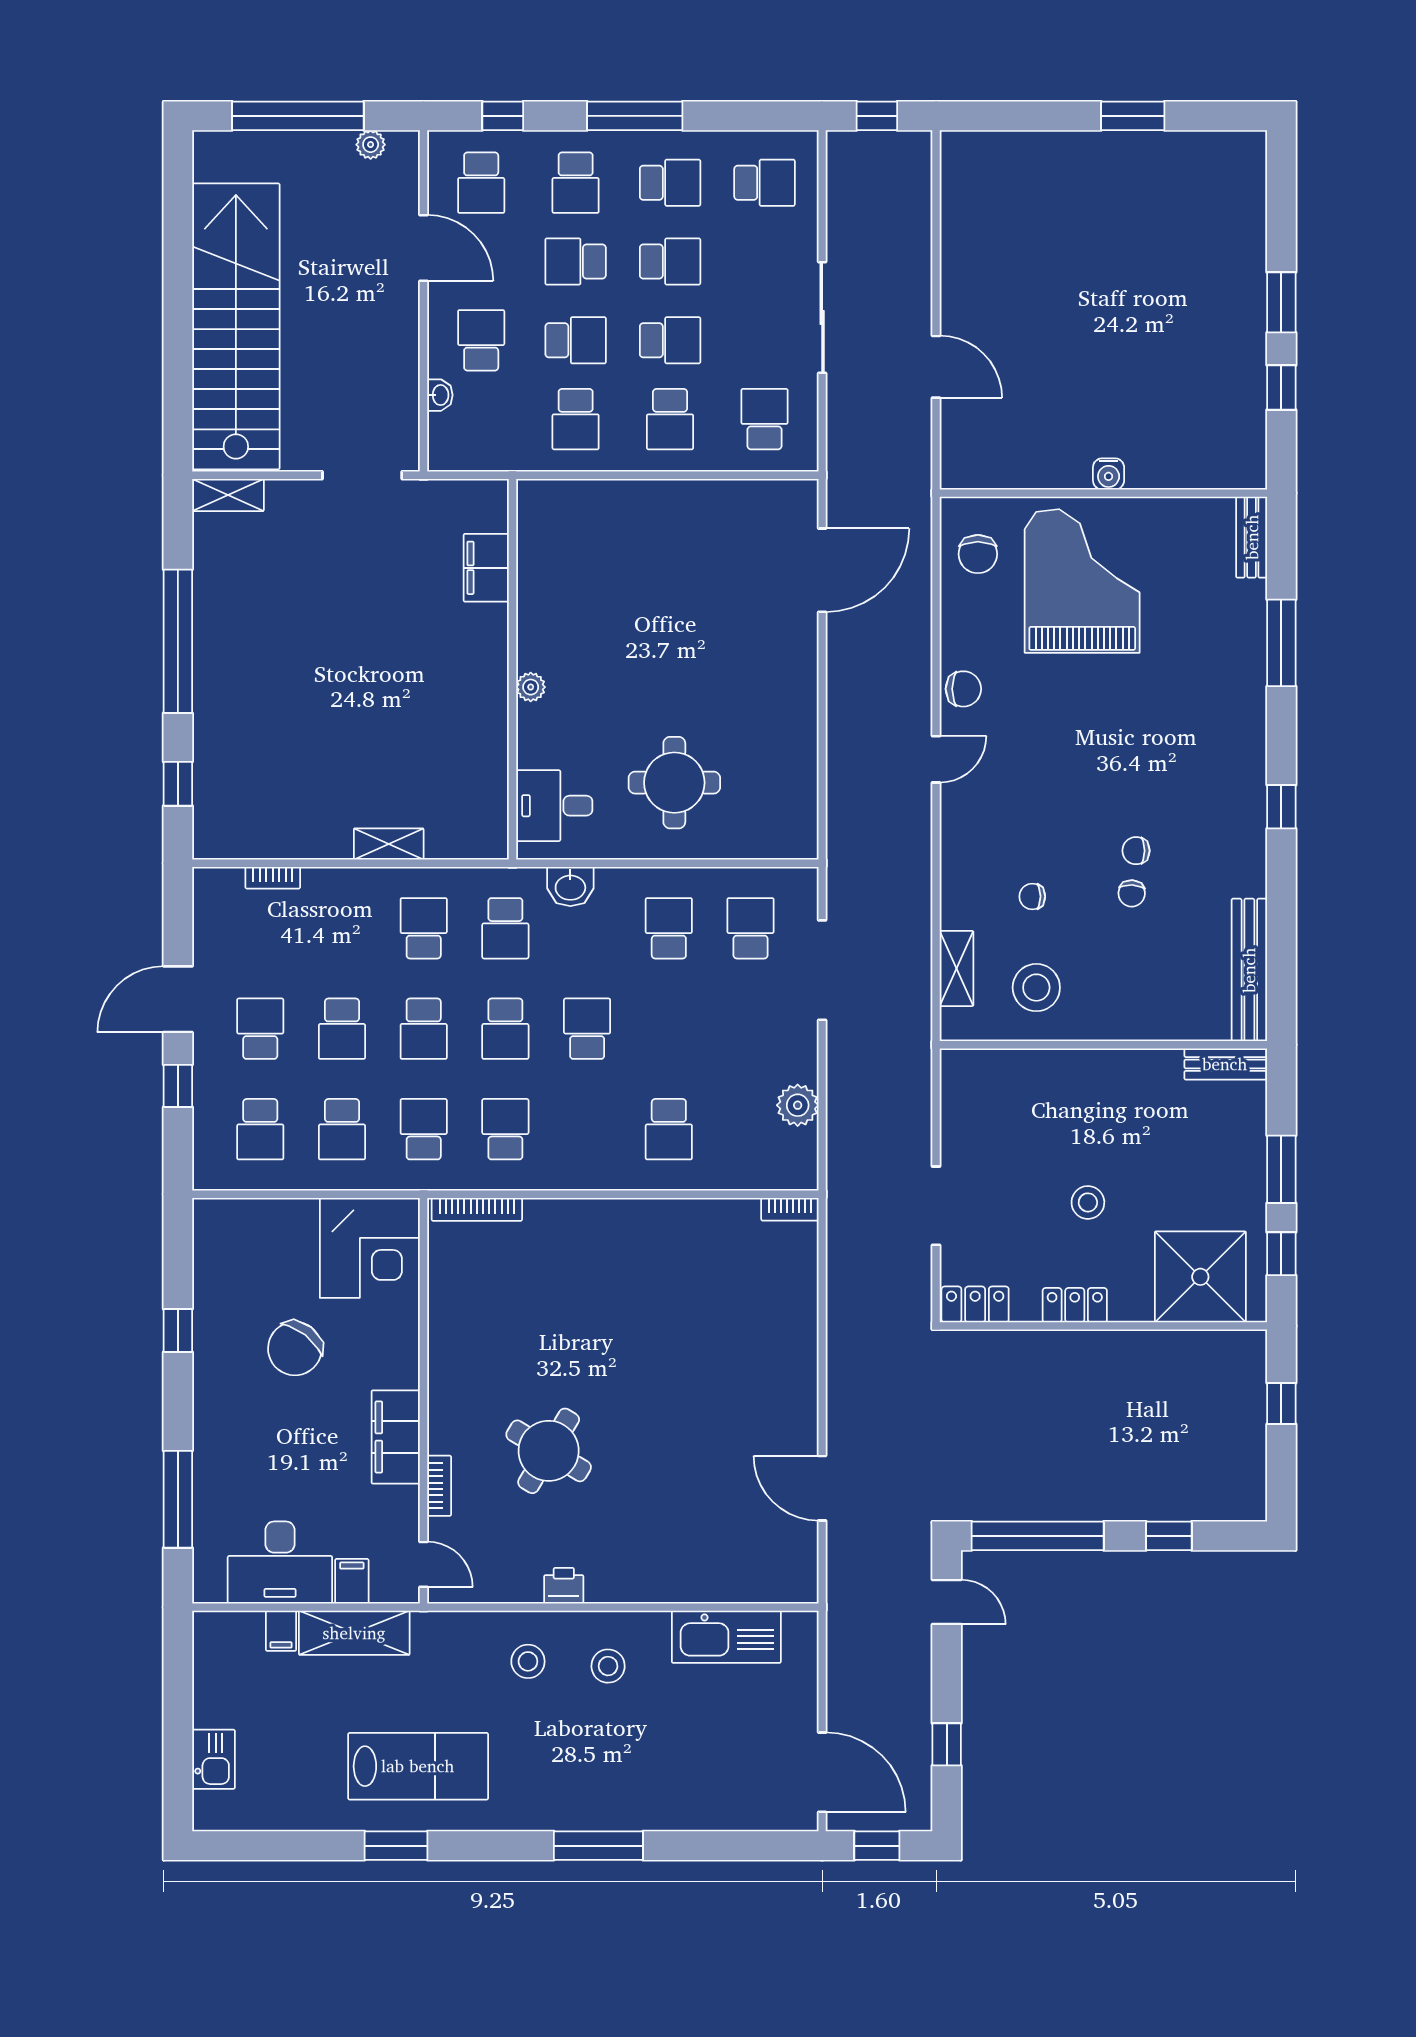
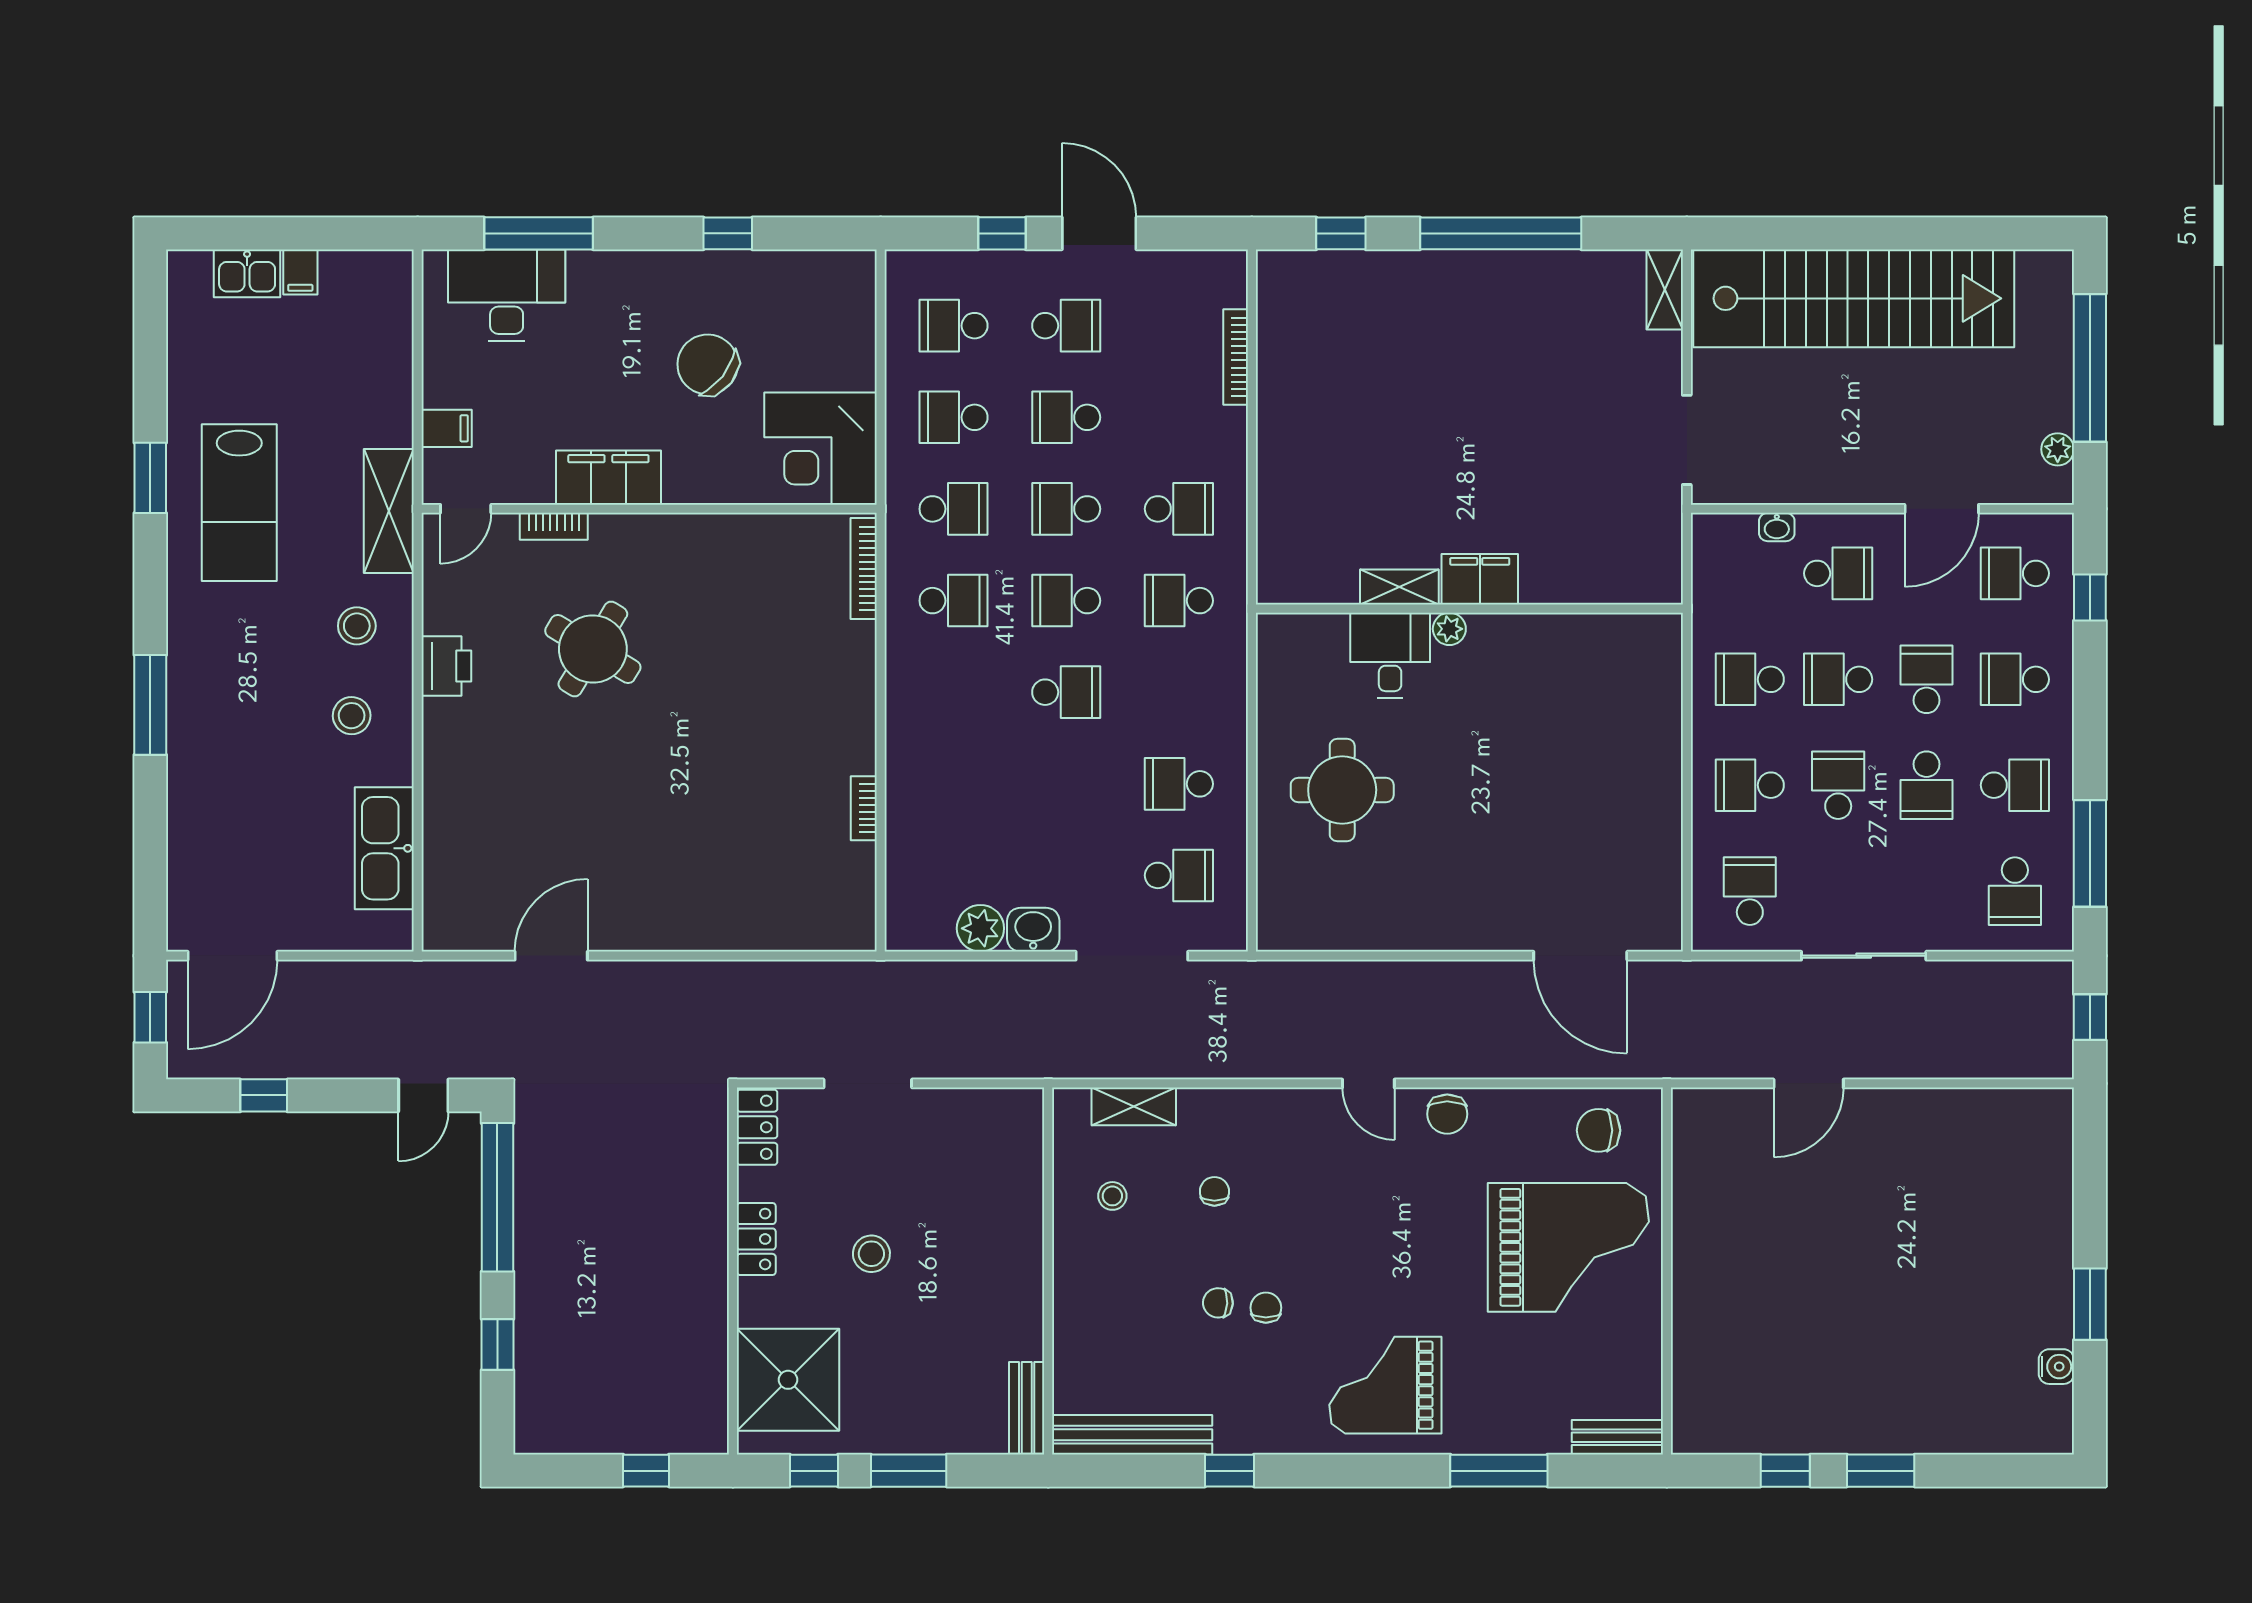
window: (635, 116) -> (2090, 853), moved
school desk: (670, 183) -> (2015, 785), turned -90
school desk: (576, 340) -> (1838, 679), turned 90
school desk: (670, 340) -> (1838, 785), turned 180
school desk: (764, 419) -> (1750, 891), turned -90
water cooler: (1109, 474) -> (2056, 1367), moved, turned 180
filing cabinet: (486, 568) -> (1480, 579), moved
grand piano: (1205, 744) -> (1385, 1385), added
desk: (554, 806) -> (1390, 655), moved
window: (1281, 807) -> (1229, 1471), moved
shelving: (389, 844) -> (1399, 587), moved, turned 90
bookcase: (273, 878) -> (1236, 357), width x1.56
washbasin: (570, 886) -> (1033, 930), moved, turned 90
school desk: (669, 928) -> (1179, 784), turned 180
stool: (1036, 988) -> (1112, 1196), width x0.53, depth x0.53
school desk: (669, 1129) -> (954, 784), removed
bookcase: (790, 1209) -> (864, 808), moved
desk: (280, 1562) -> (507, 295), moved, turned 90
printer: (564, 1586) -> (446, 666), width x1.36, depth x1.24
filing cabinet: (281, 1631) -> (300, 272), moved, turned -90
shelving: (354, 1633) -> (389, 511), moved

